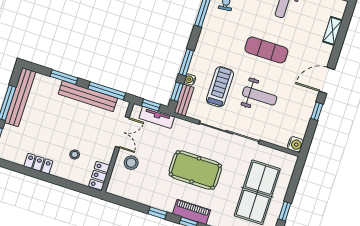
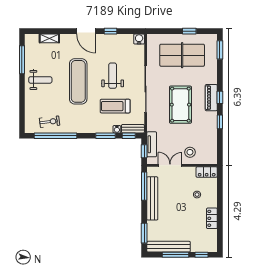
exercise mat: (266, 50) -> (78, 81), width x1.36, depth x1.45
window: (64, 77) -> (144, 233), moved

